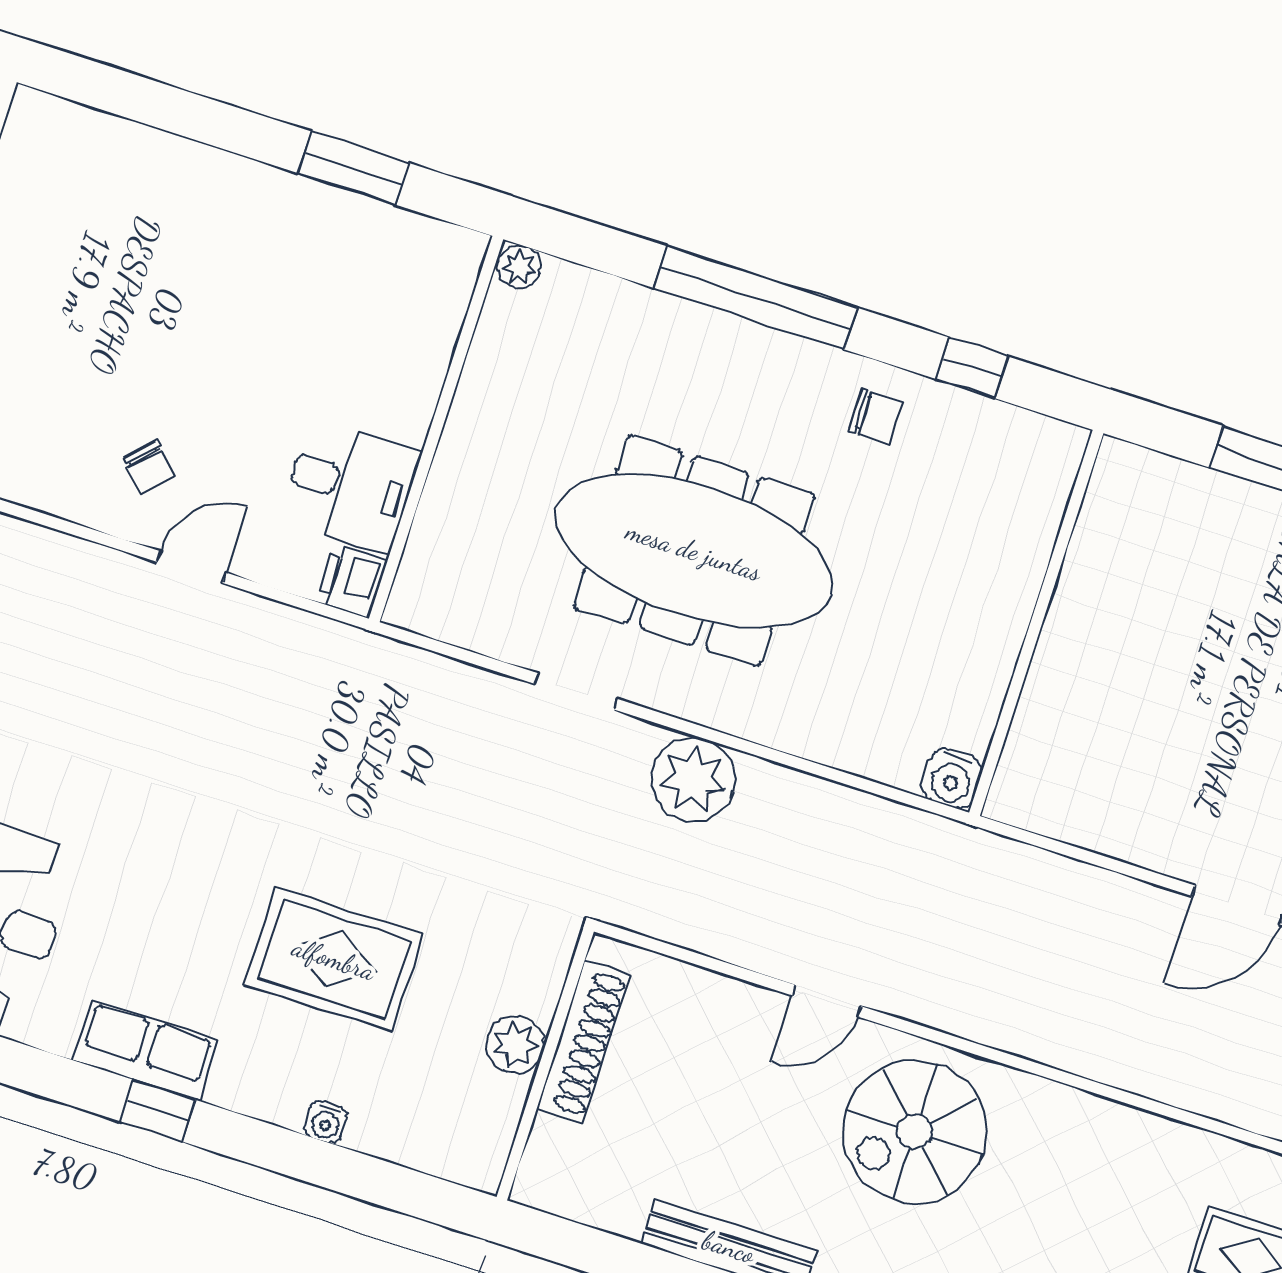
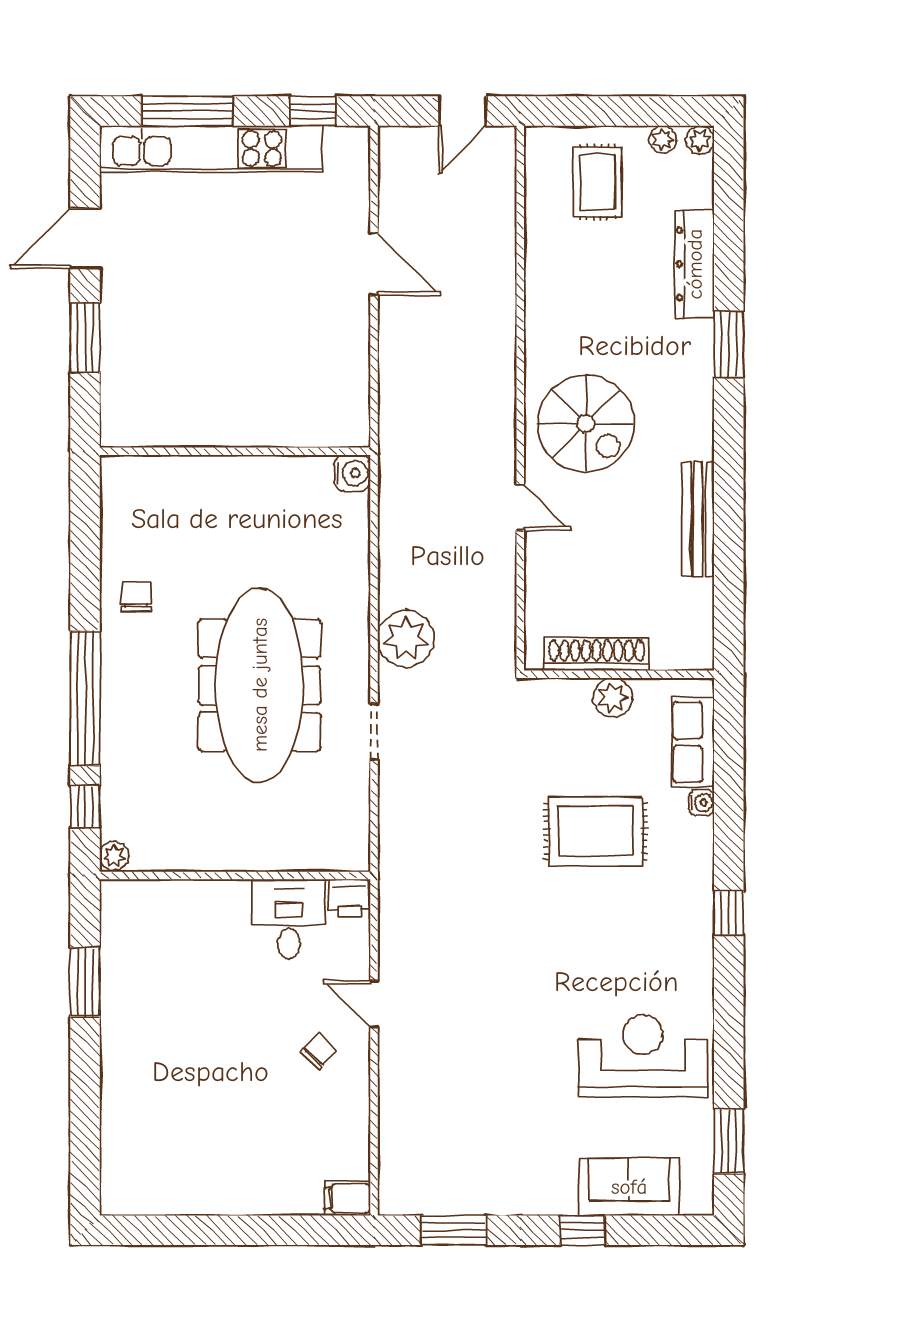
window: (972, 368) -> (85, 807), moved
rug: (334, 959) -> (596, 831), turned 90
row of seats: (145, 1050) -> (693, 742), moved

